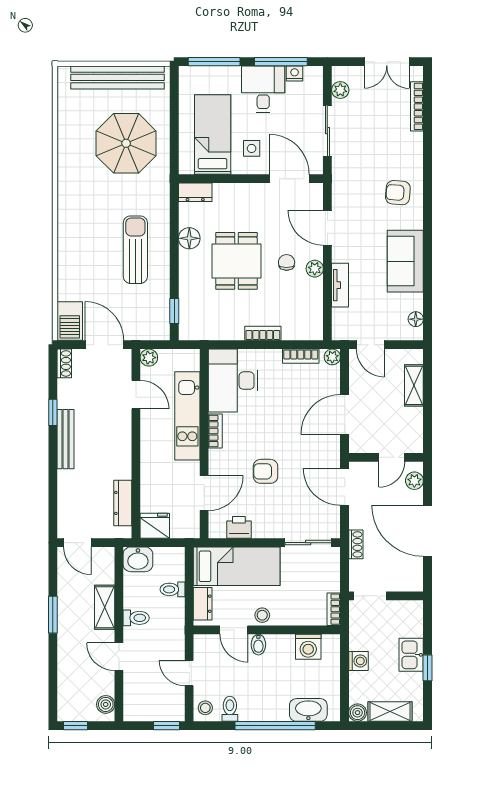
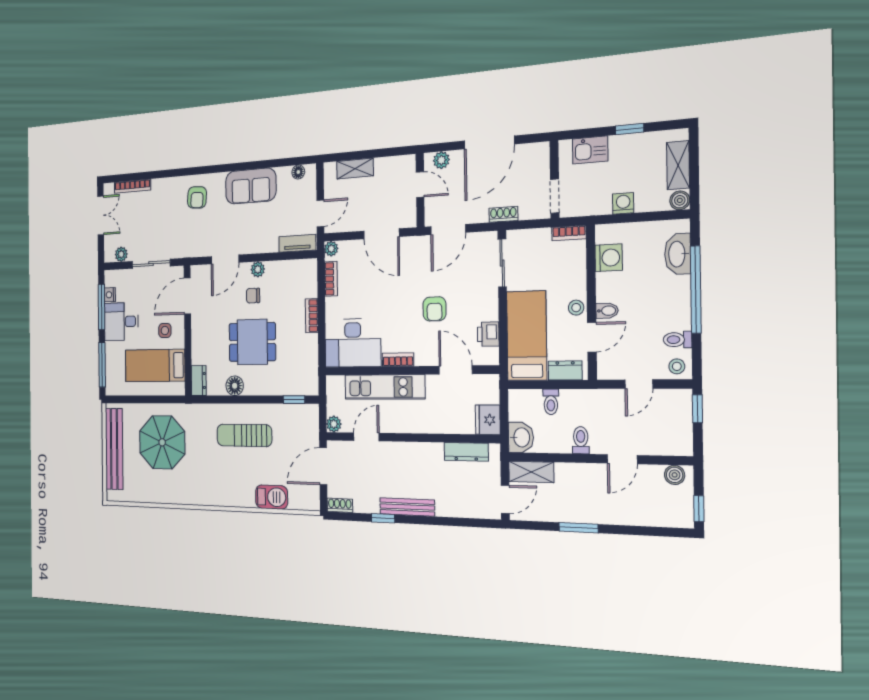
tv unit: (340, 285) -> (297, 243), moved
barbecue: (70, 321) -> (272, 497), moved
shelving: (105, 607) -> (531, 472), moved
kitchen sink: (411, 655) -> (590, 150), moved

